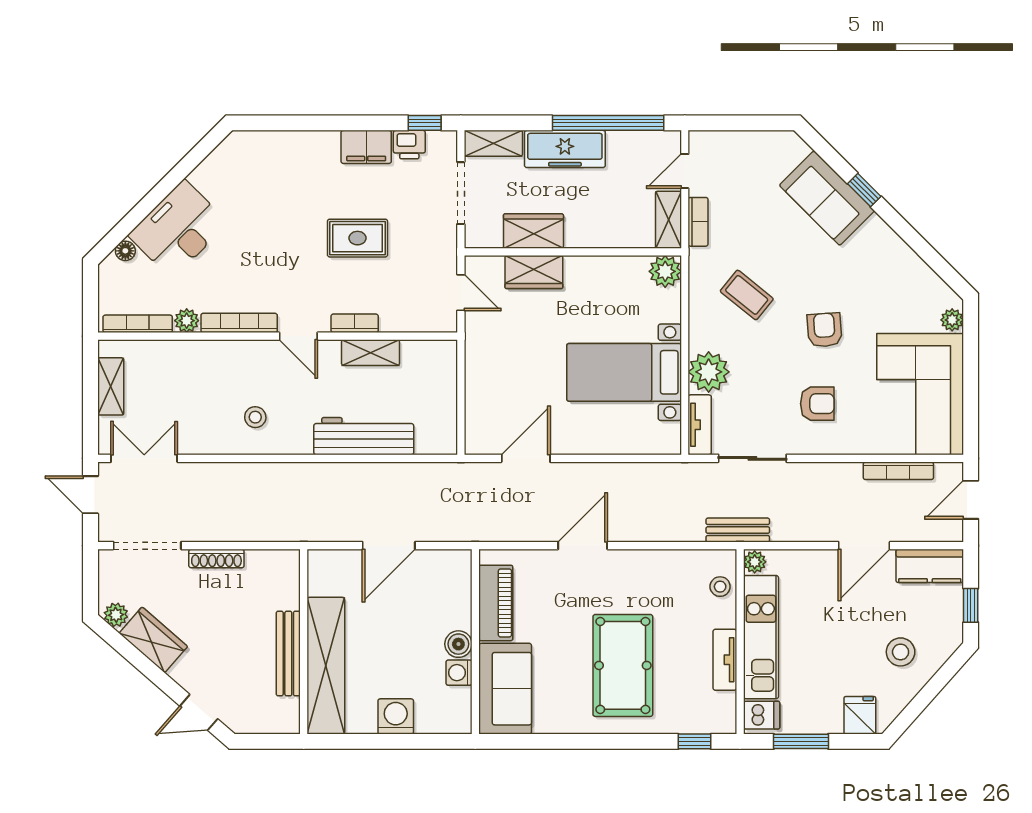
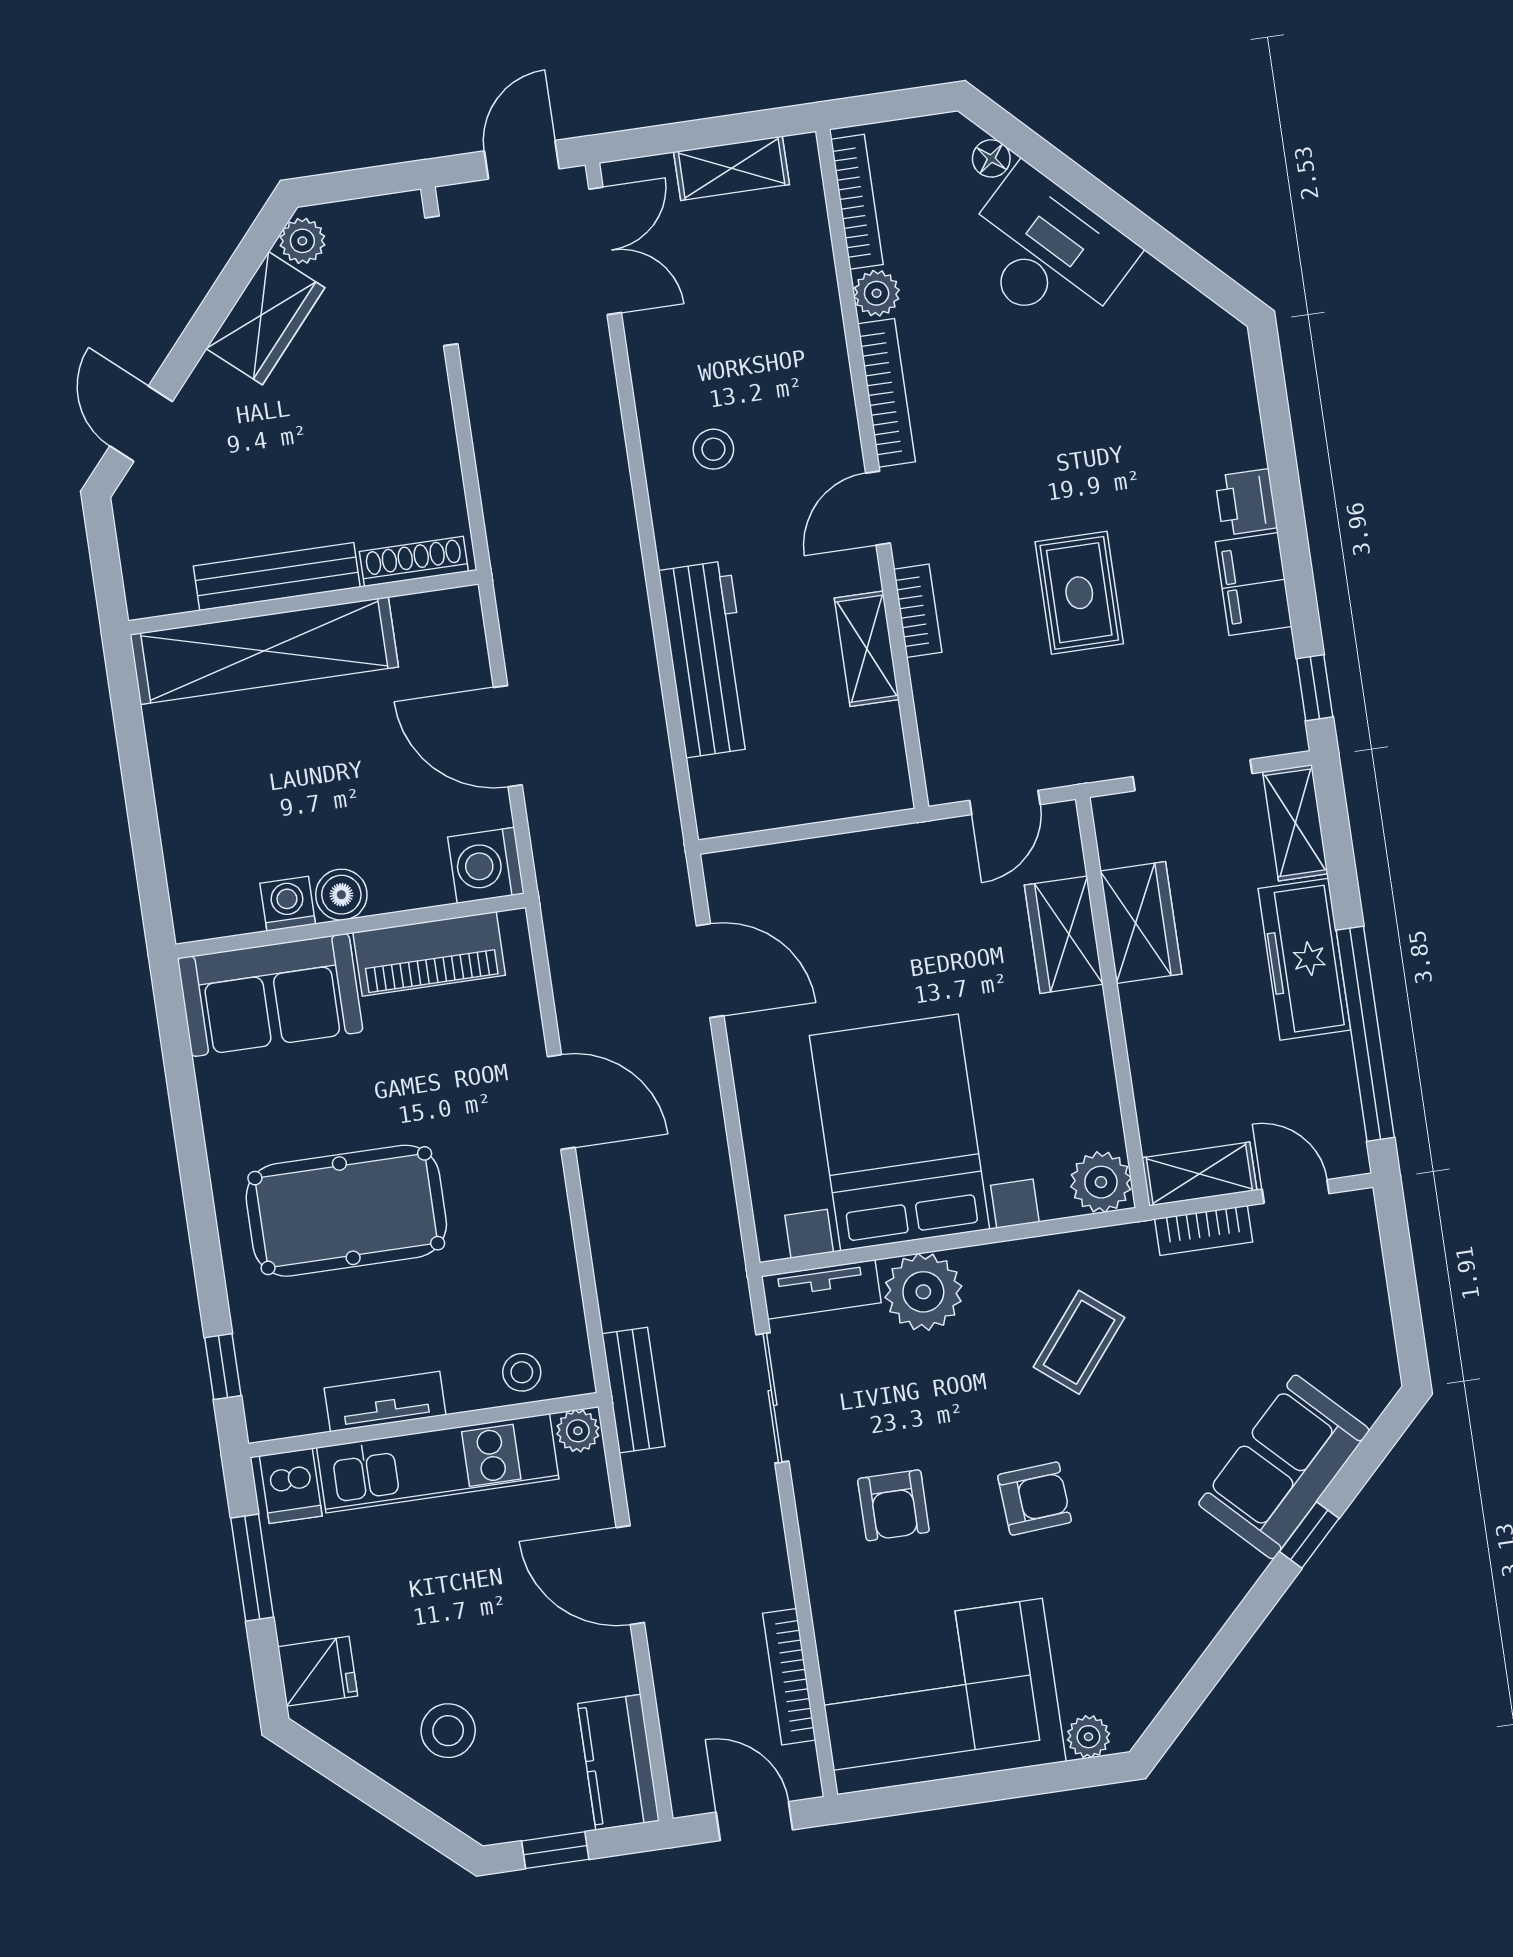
printer: (409, 145) -> (1246, 502), moved
bed with nightstands: (624, 372) -> (899, 1132), width x1.36
door: (864, 546) -> (630, 1575), moved
shoe rack: (216, 558) -> (414, 561), moved, turned 90
washing machine: (396, 716) -> (486, 865), moved, turned 180

